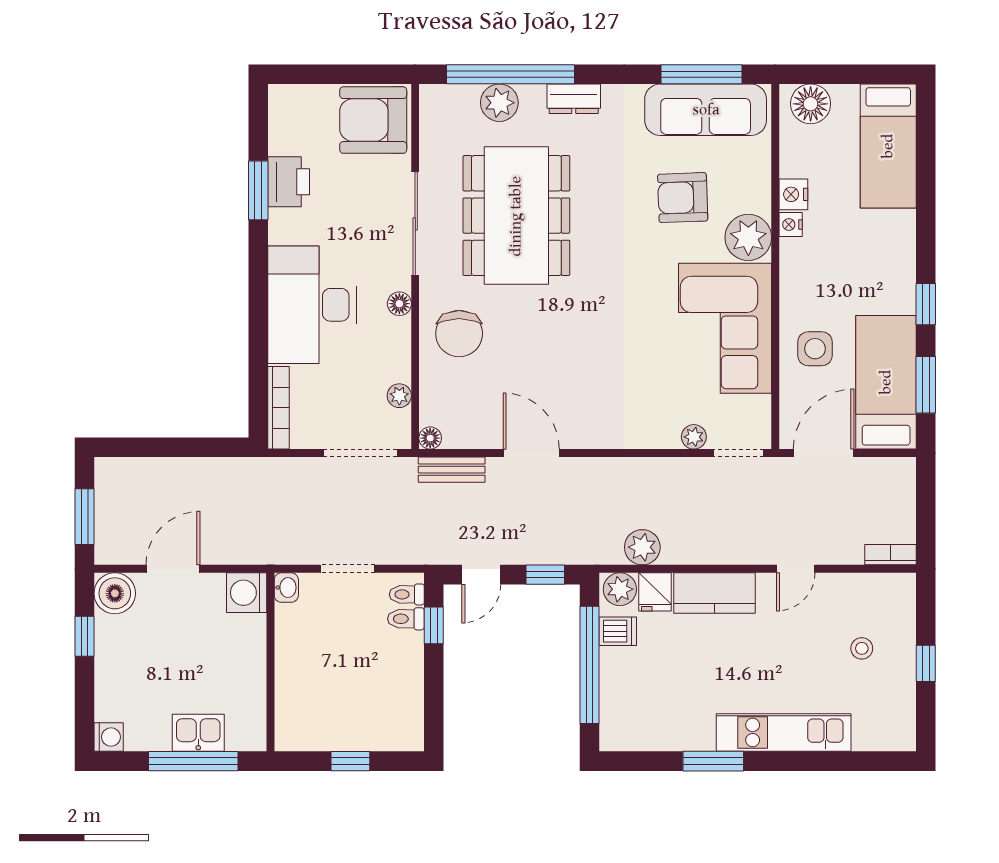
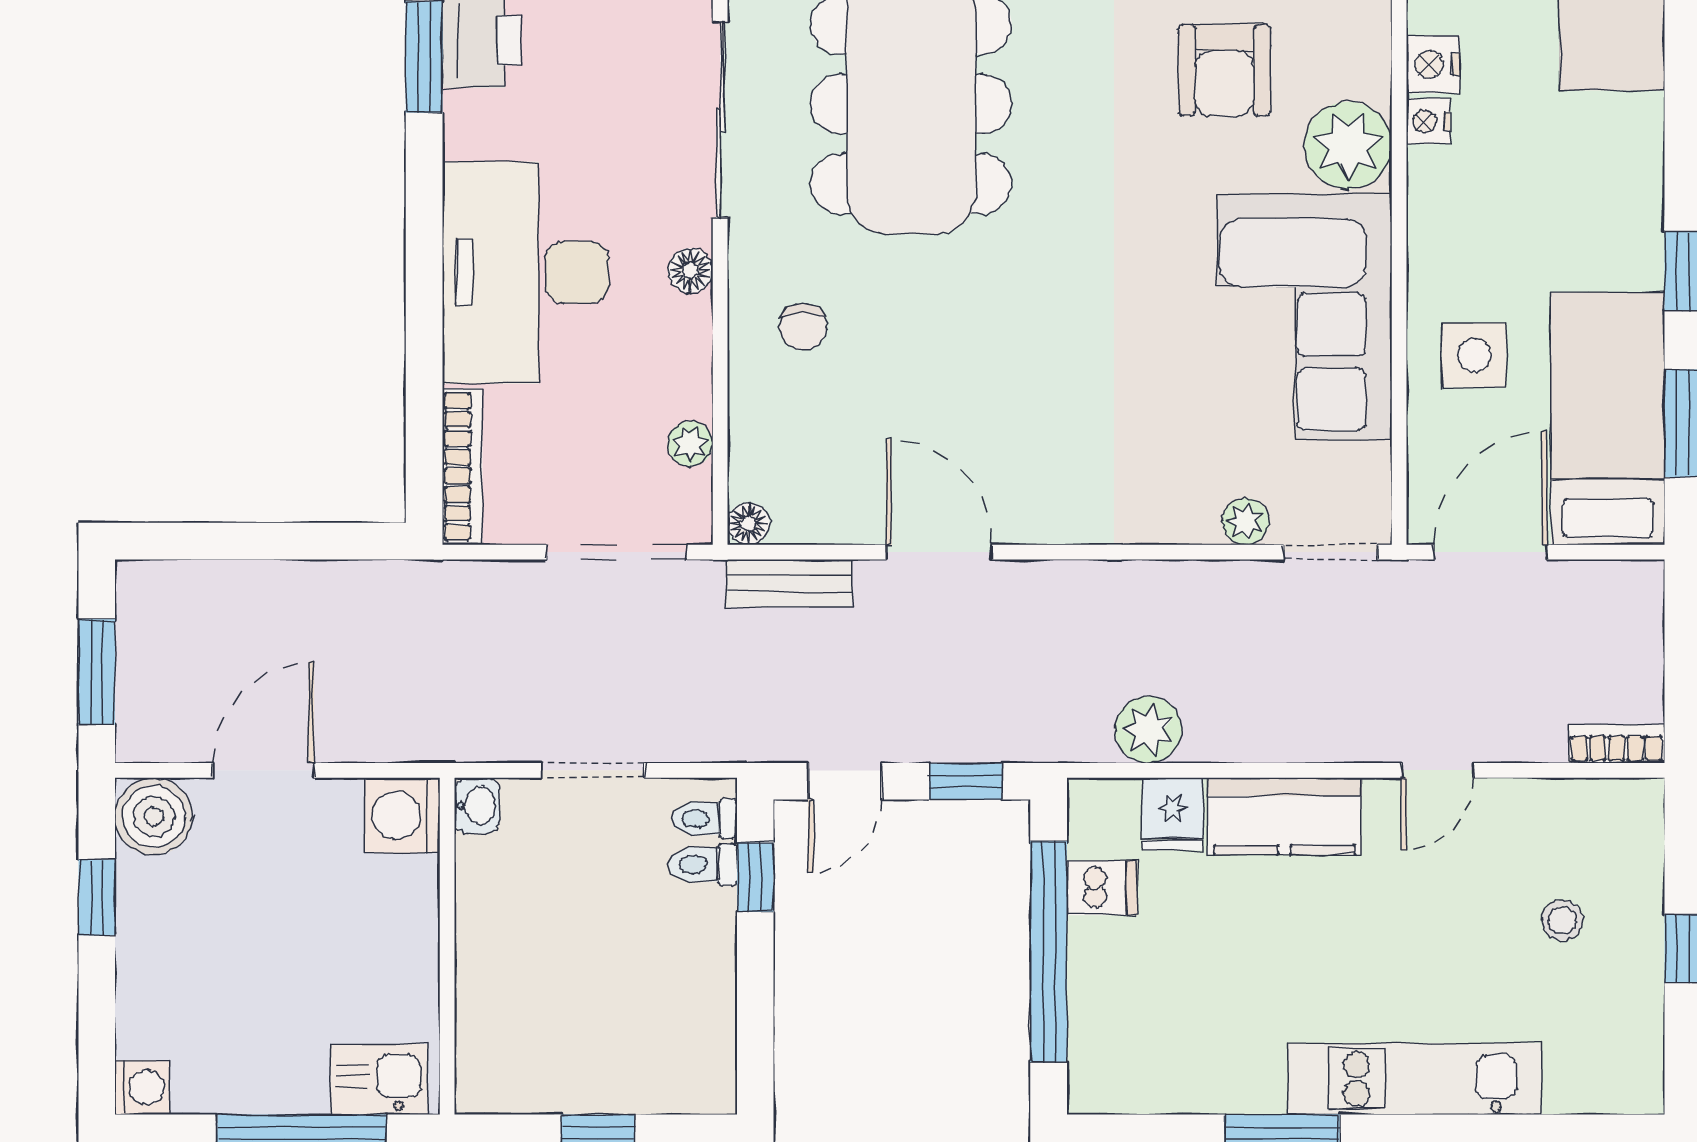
armchair: (683, 198) -> (1225, 70), turned -88
chair: (459, 334) -> (803, 327), width x0.54, depth x0.54
plant: (620, 589) -> (1106, 809), removed
kitchen sink: (198, 733) -> (379, 1079), moved

